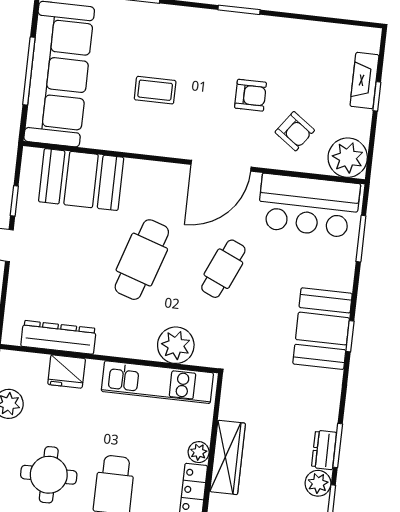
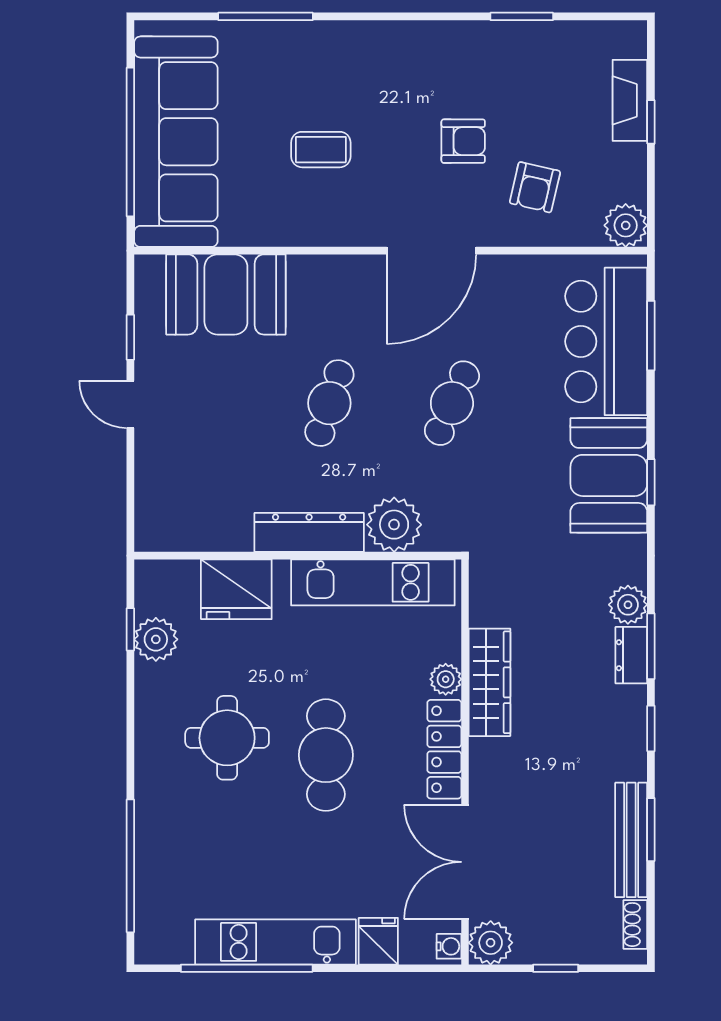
window: (239, 10) -> (522, 16), moved
window: (29, 71) -> (130, 142), width x1.46
armchair: (295, 131) -> (535, 187), turned 67
plant: (348, 158) -> (626, 225), width x0.73, depth x0.73
bar counter: (309, 206) -> (606, 341), moved, turned 90
cafe table: (142, 260) -> (329, 403), width x0.73, depth x0.74
dresser: (58, 337) -> (309, 532), moved
fridge: (67, 371) -> (236, 589), width x1.36, depth x1.34
plant: (318, 483) -> (628, 605), moved

